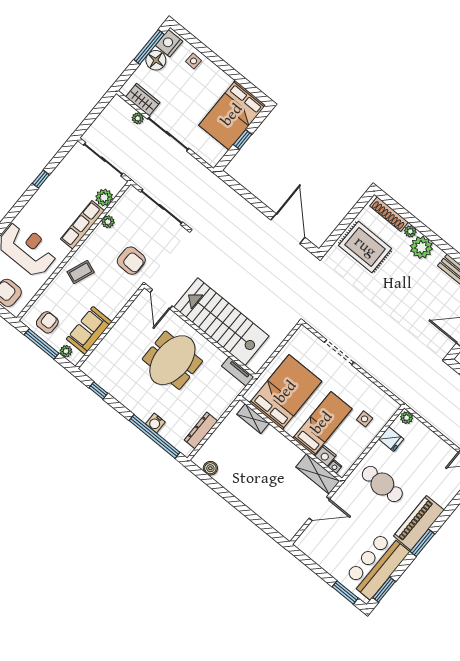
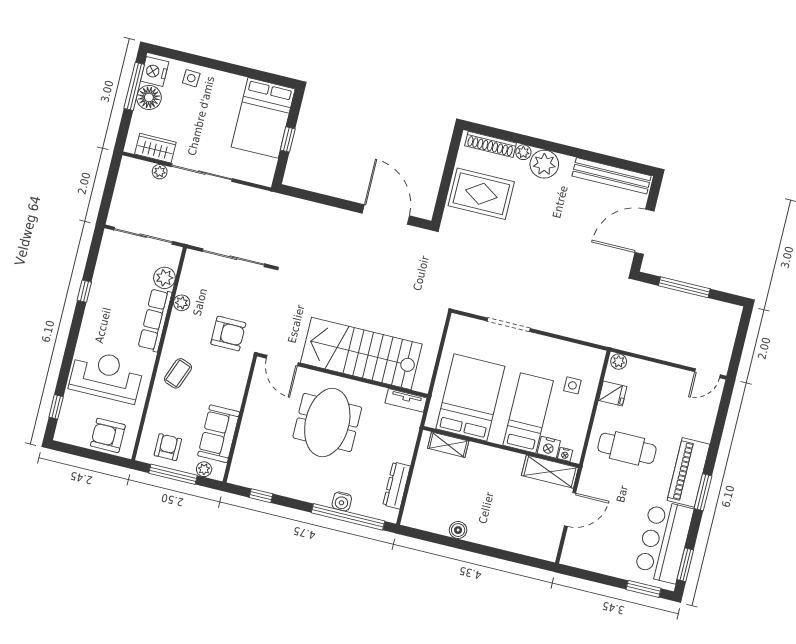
boiler: (210, 468) -> (458, 530), moved

